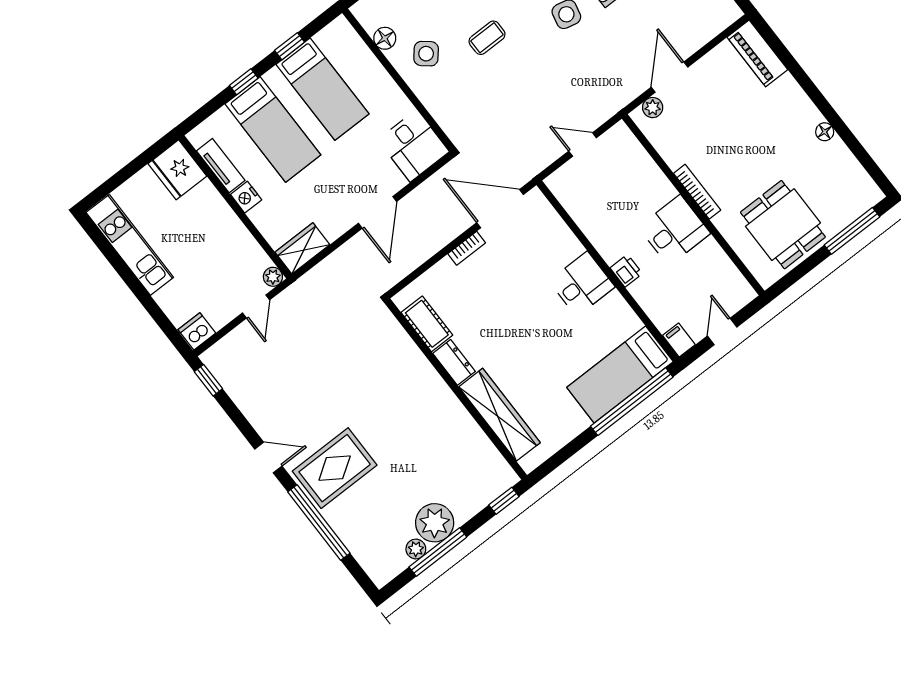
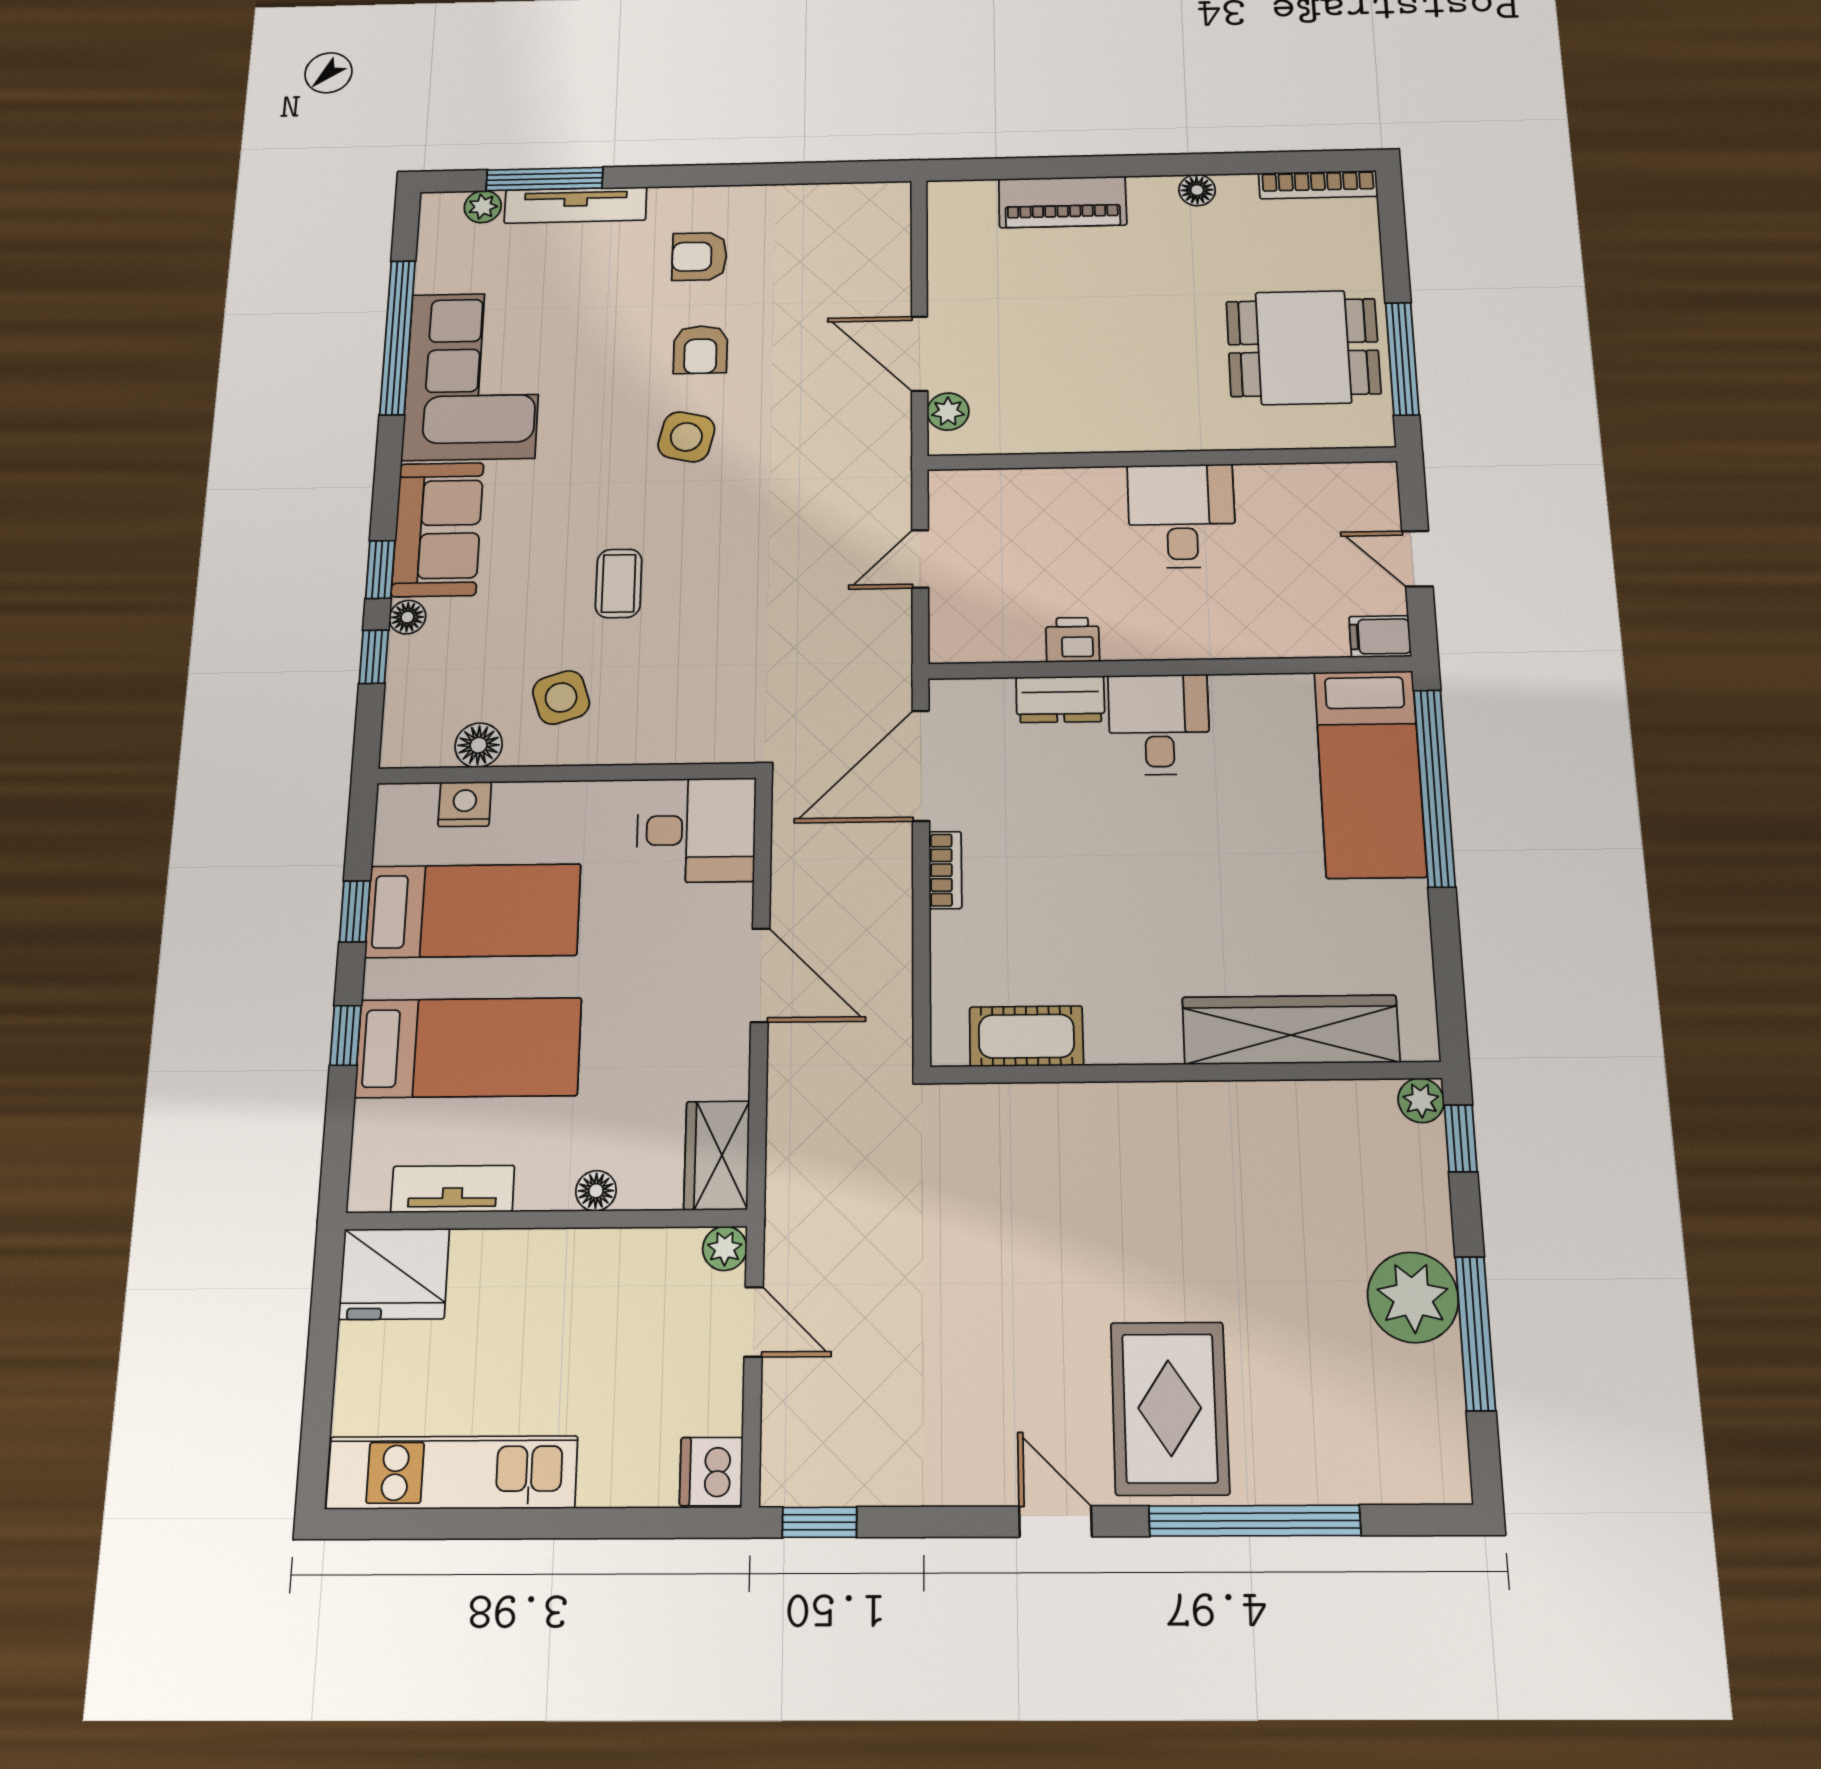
piano: (757, 53) -> (1063, 202), moved
side table: (426, 54) -> (561, 697), turned 32
bookcase: (697, 192) -> (1318, 185), moved, turned 180
nightstand: (246, 197) -> (465, 804), moved, turned 180
floor lamp: (258, 216) -> (596, 1191), added
window: (852, 231) -> (1402, 359), moved
printer: (626, 271) -> (1073, 640), moved
dresser: (454, 362) -> (1060, 699), moved, turned 180
door: (268, 458) -> (1055, 1521), hinge flipped
plant: (416, 549) -> (1421, 1100), moved

